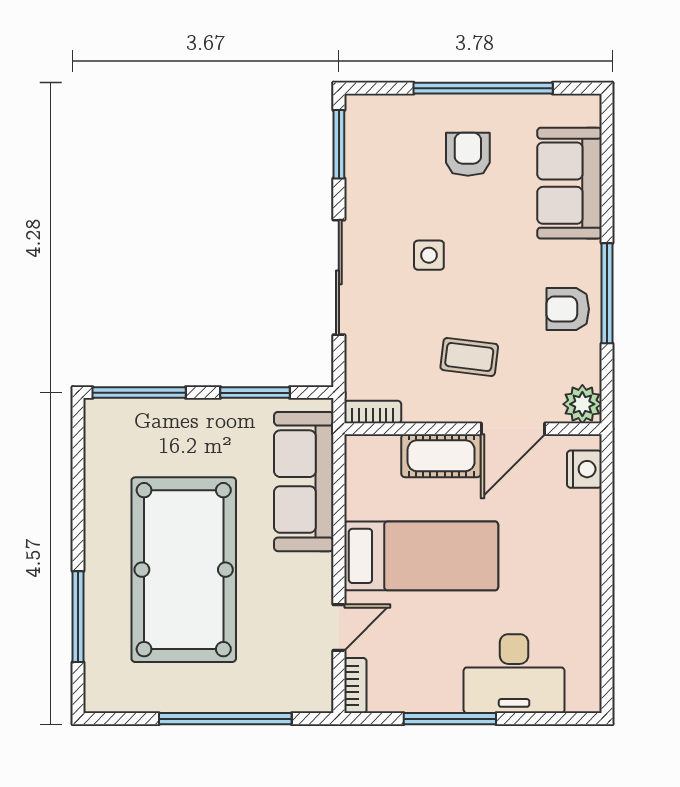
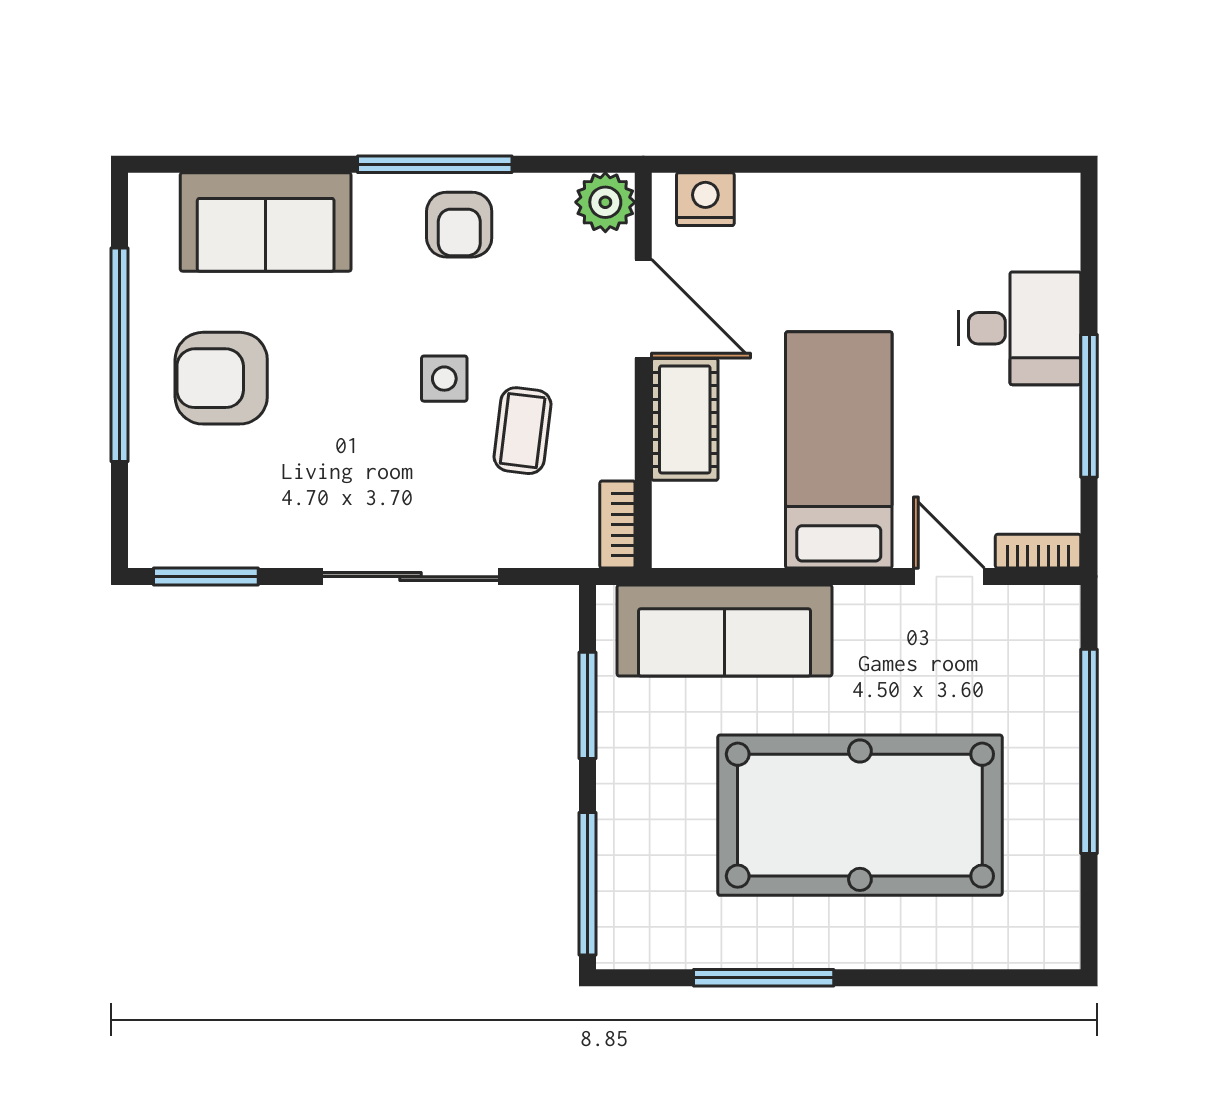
armchair: (468, 154) -> (221, 378), width x1.38, depth x1.38
side table: (429, 255) -> (444, 379), moved
coffee table: (469, 357) -> (523, 431), moved
window: (78, 617) -> (764, 978), moved
desk: (514, 674) -> (1020, 328), width x0.73

